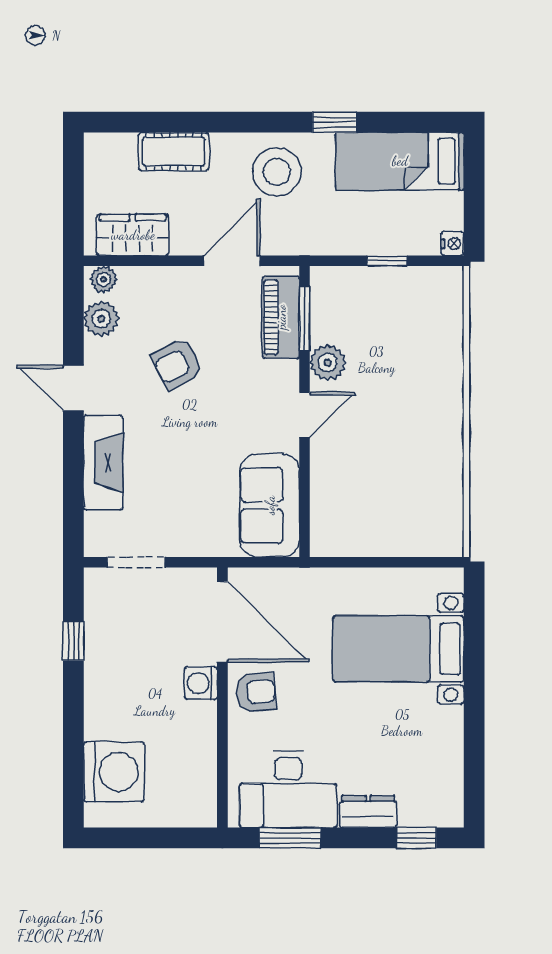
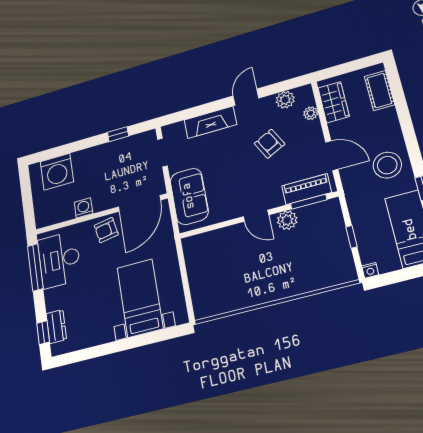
cot: (174, 152) -> (379, 91), moved
plant: (104, 279) -> (311, 113), moved
sofa: (270, 505) -> (189, 196), moved, turned 90
washing machine: (201, 683) -> (83, 208), moved
armchair: (256, 692) -> (106, 230), turned 85
dresser: (368, 812) -> (56, 327), moved
window: (290, 838) -> (35, 267), width x1.44

